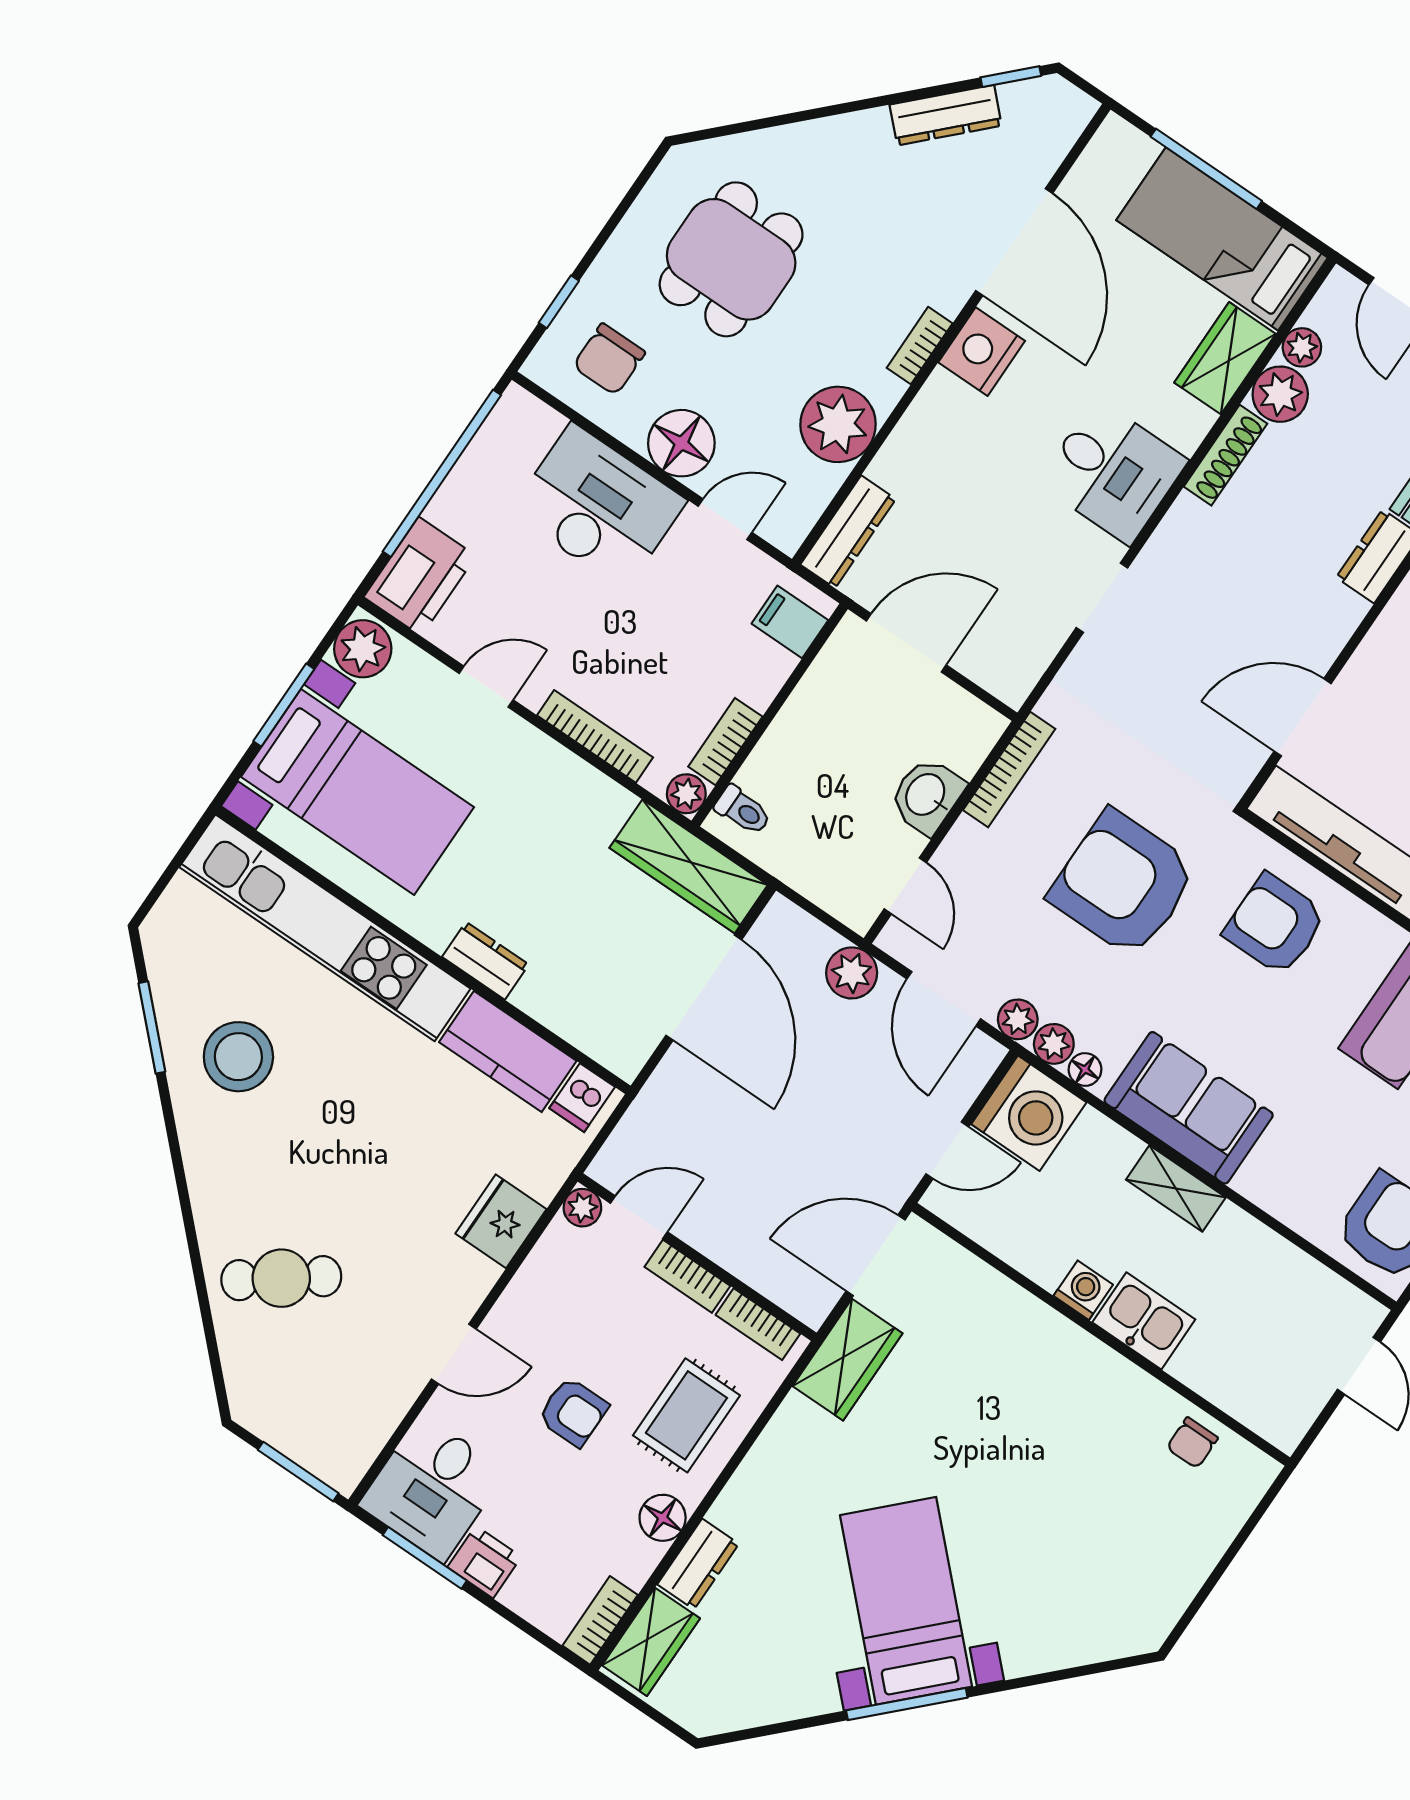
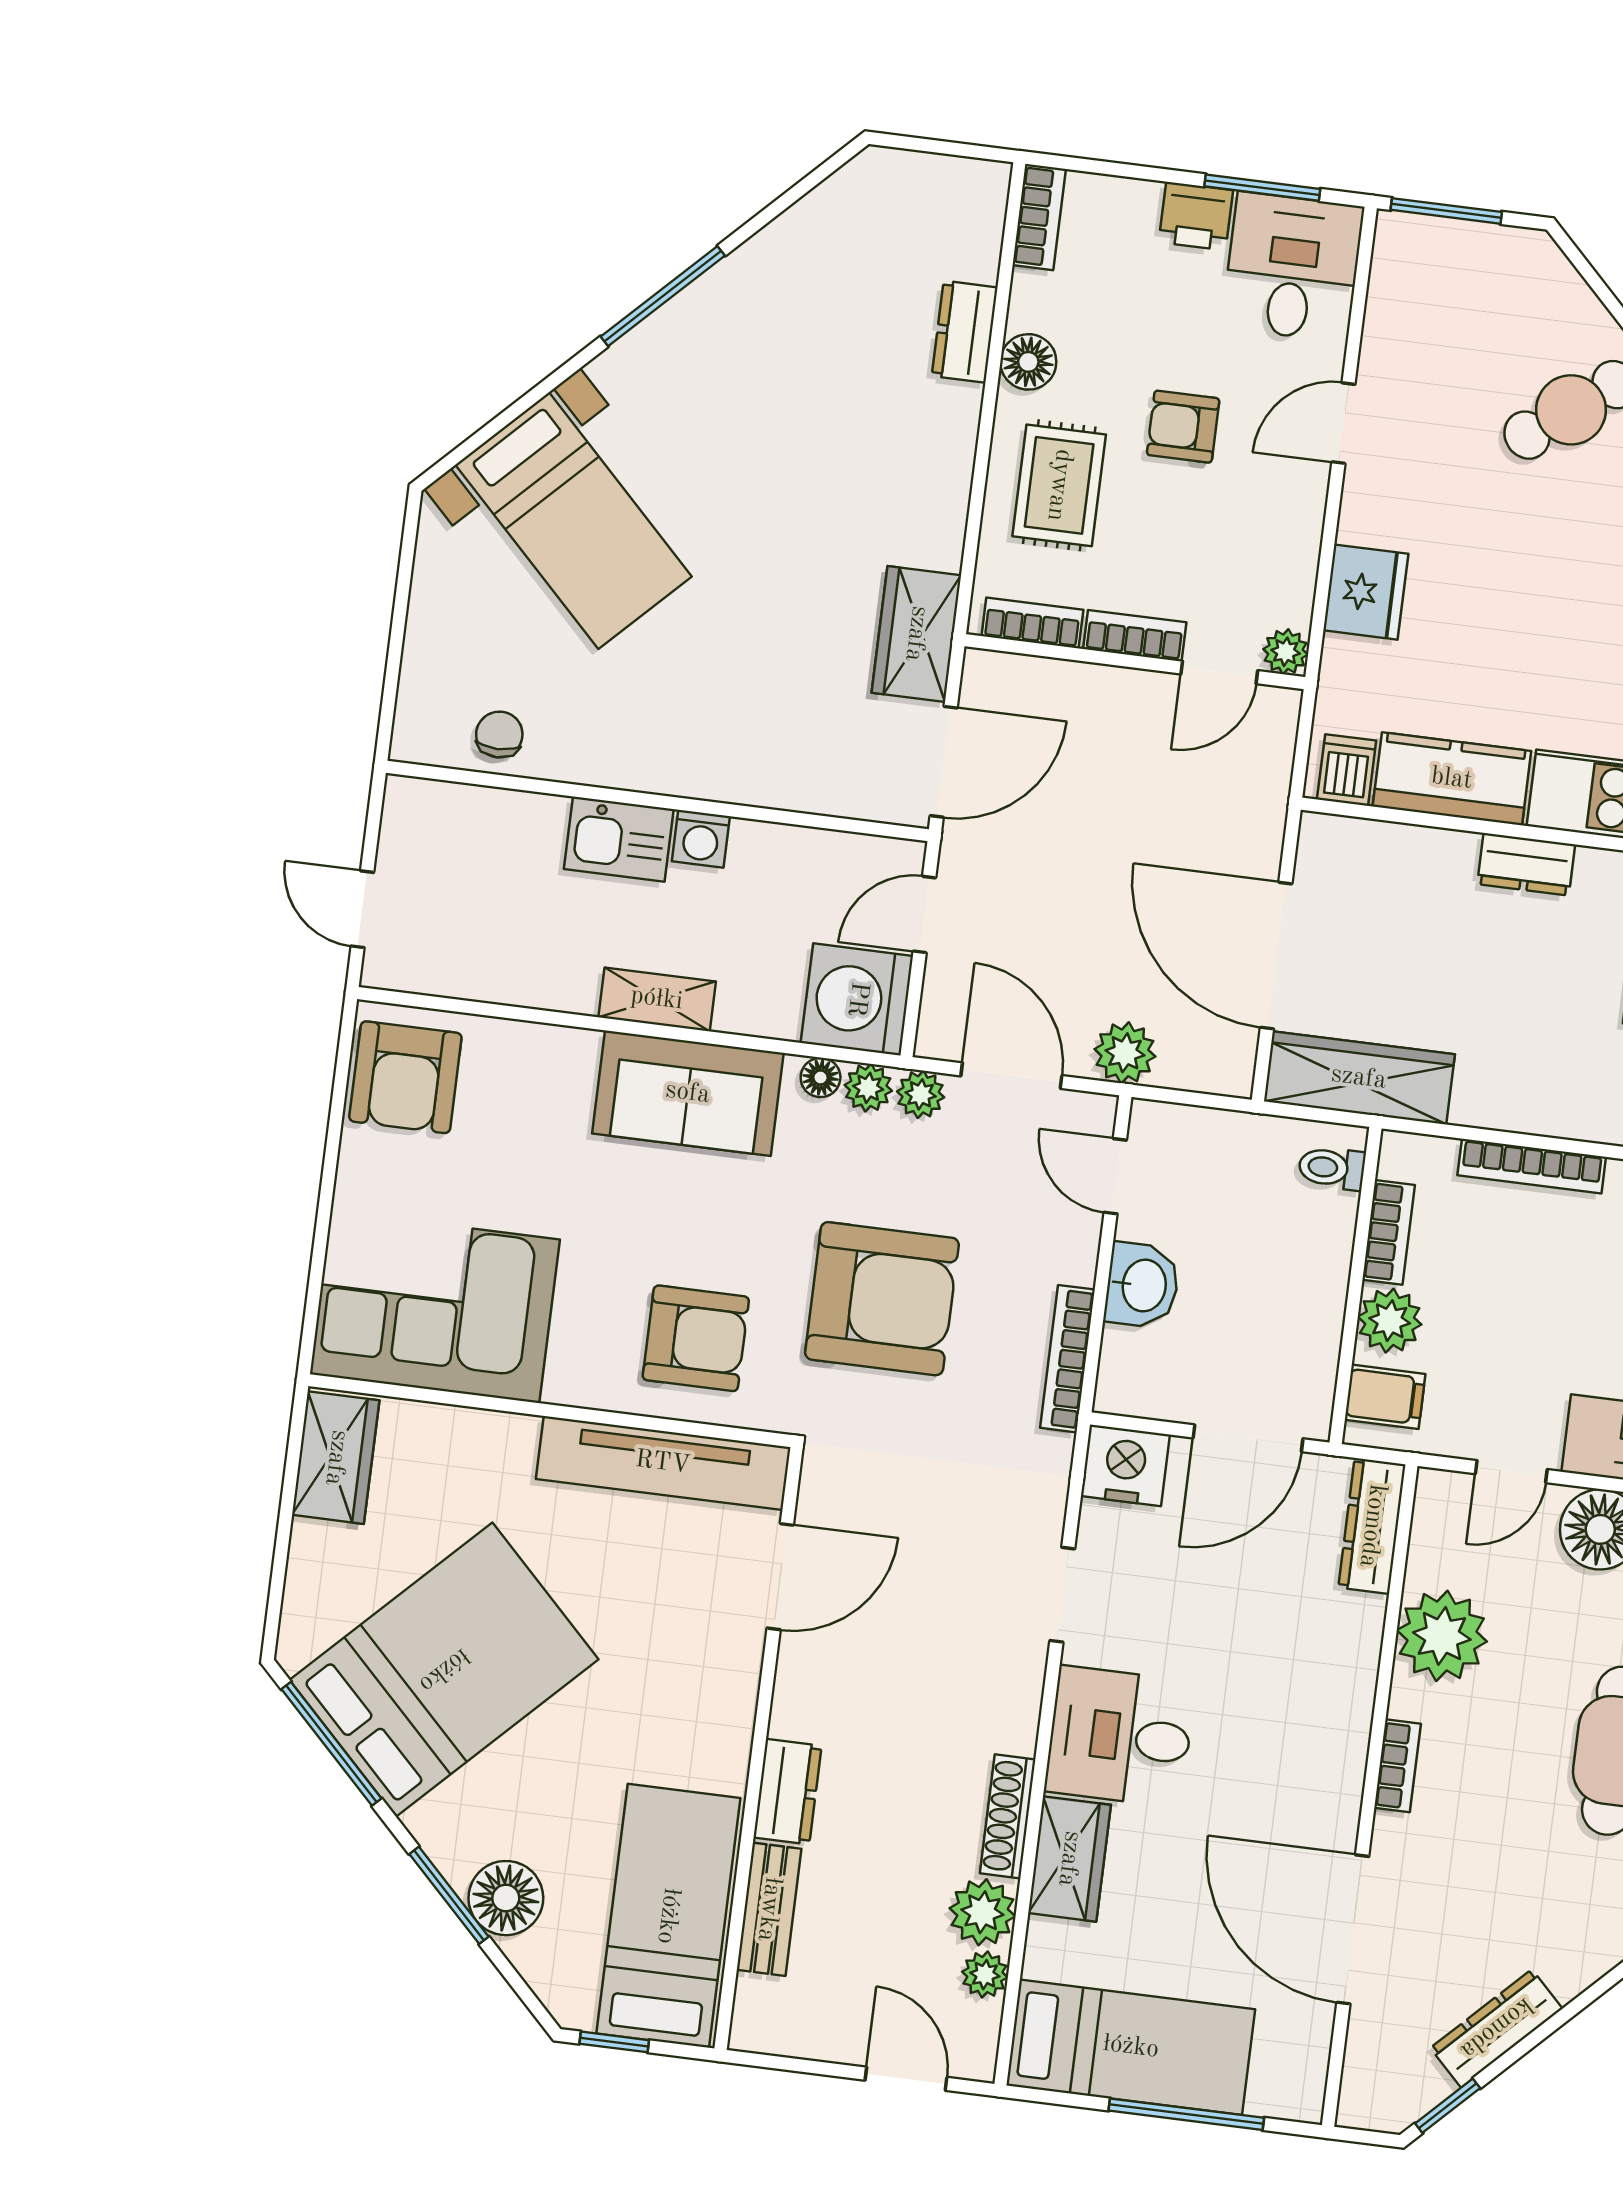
nightstand: (982, 352) -> (1125, 1465), moved, turned -90
wardrobe: (1225, 358) -> (1069, 1859), moved
plant: (686, 794) -> (1390, 1321), moved, width x1.38, depth x1.38
bed with nightstands: (906, 1601) -> (574, 521), moved
wardrobe: (651, 1642) -> (973, 222), removed

